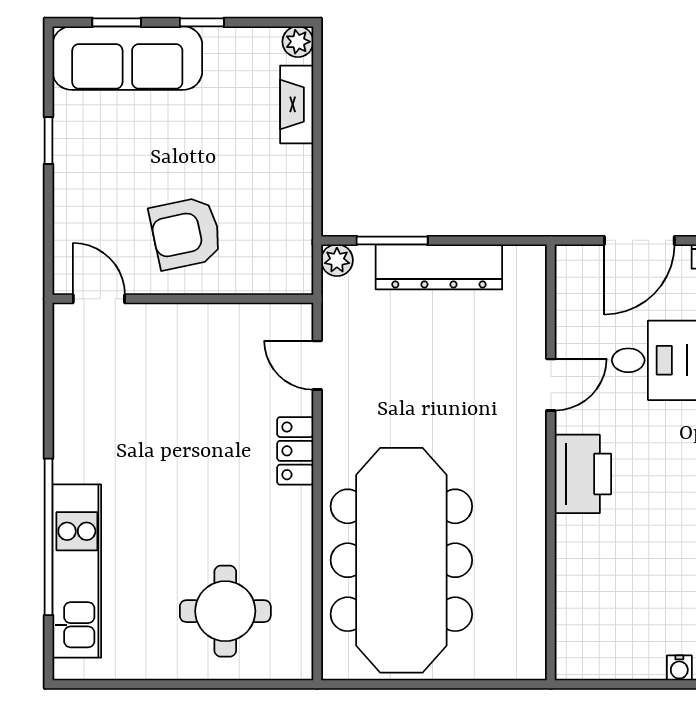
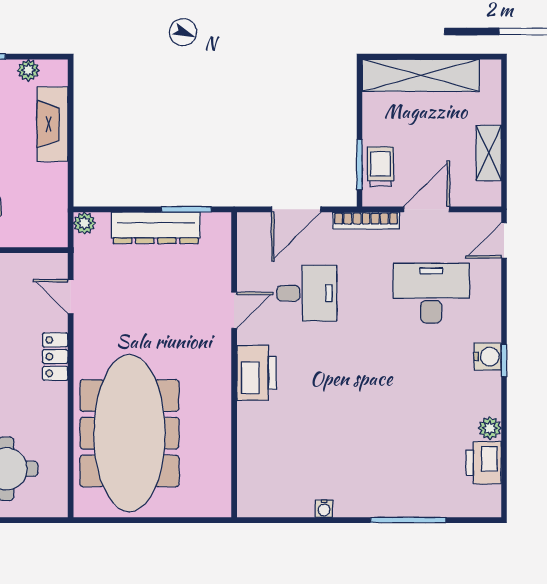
plant: (298, 42) -> (28, 70), moved
fireplace: (297, 104) -> (52, 124), width x1.37, depth x1.32
window: (392, 240) -> (186, 209), moved

